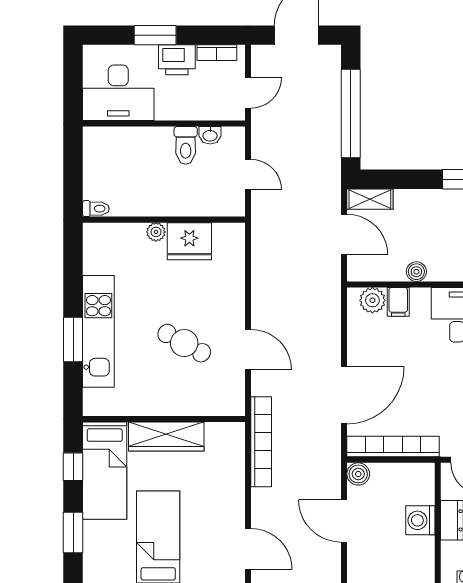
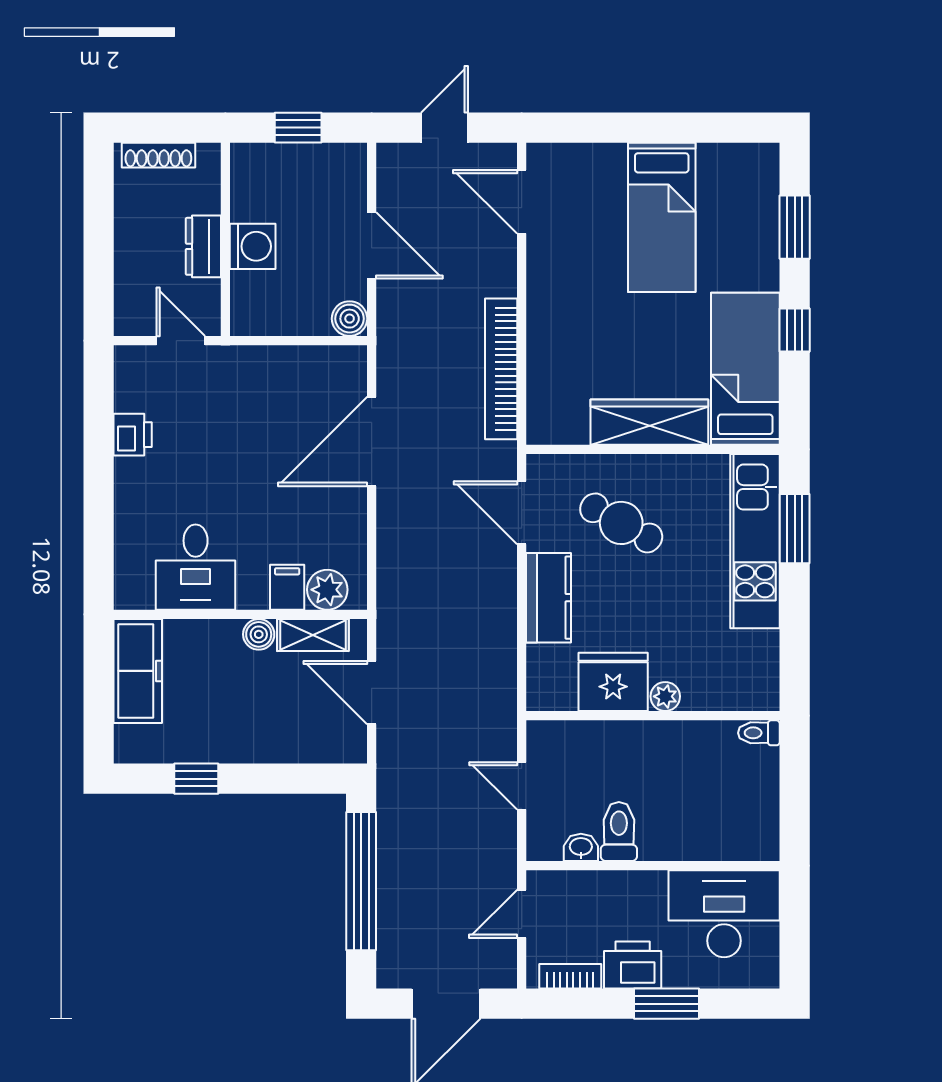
shelving: (370, 199) -> (313, 635), moved
kitchen counter: (231, 295) -> (549, 598), added
wall: (164, 419) -> (653, 449), moved
wardrobe: (166, 436) -> (649, 422), moved
bookcase: (393, 447) -> (295, 361), removed
bed: (105, 471) -> (745, 369), moved

